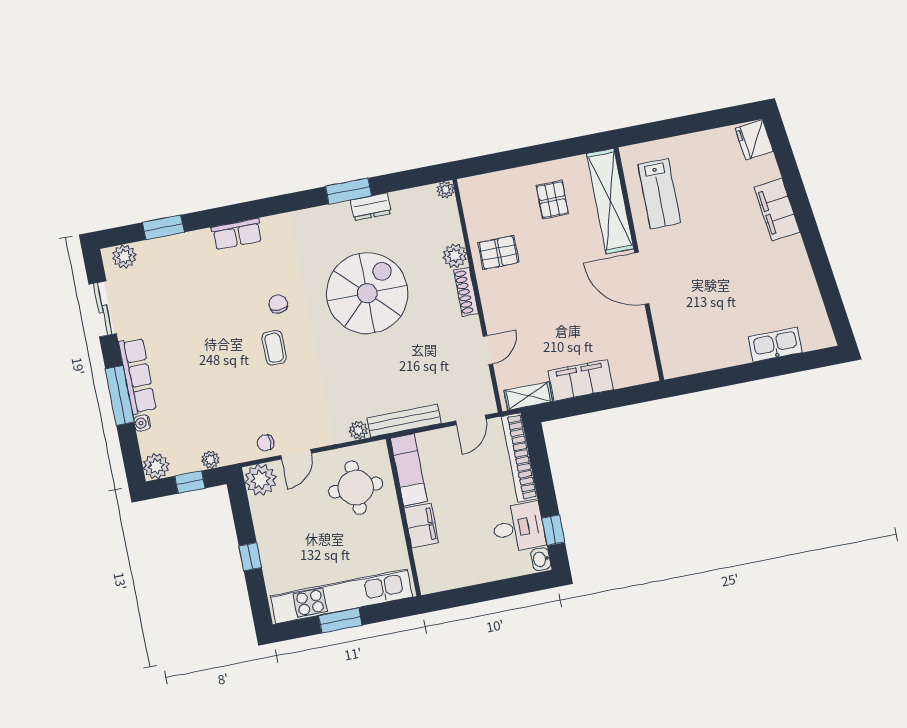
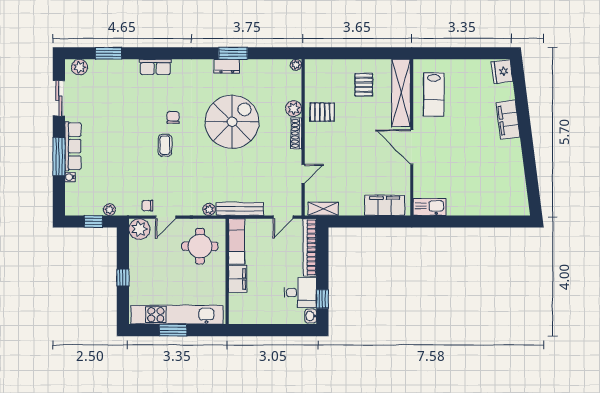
dresser: (371, 207) -> (227, 66), moved
kitchen sink: (775, 345) -> (430, 207), moved
filing cabinet: (581, 380) -> (385, 205), moved
plant: (156, 466) -> (74, 207), removed

